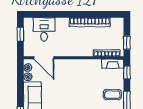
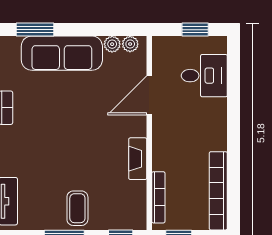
bookcase: (90, 22) -> (218, 191), moved
door: (44, 58) -> (149, 95), moved
fireplace: (113, 64) -> (138, 159), moved

